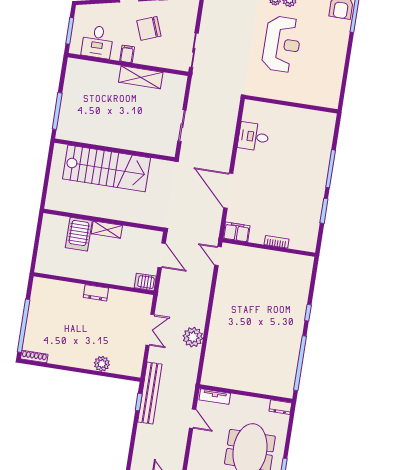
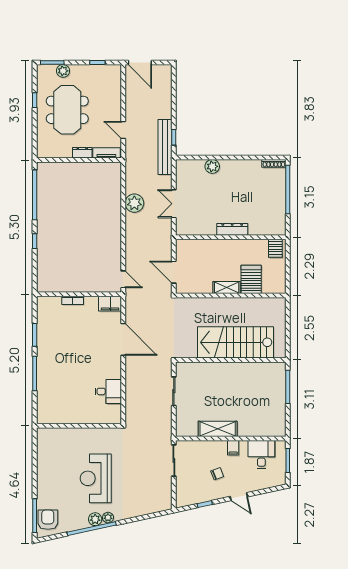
chair: (149, 28) -> (217, 474), width x0.54, depth x0.54
server rack: (145, 282) -> (275, 248), moved, turned 90
dresser: (96, 293) -> (232, 229), width x1.44
dresser: (280, 407) -> (82, 153), moved

